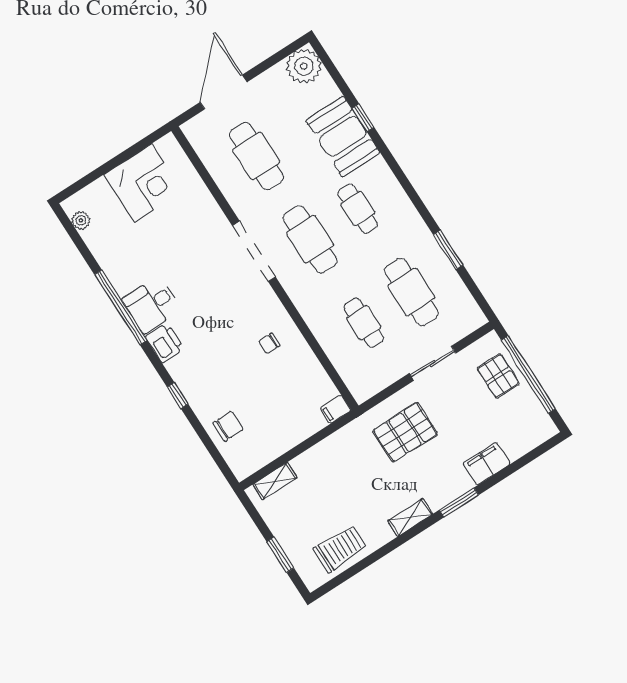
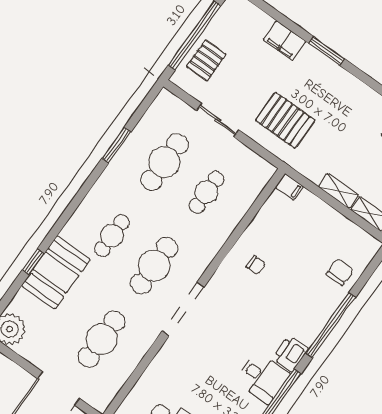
window: (178, 395) -> (331, 325), width x3.17
chair: (228, 426) -> (340, 272), turned 90
shelving: (410, 517) -> (338, 191), moved

